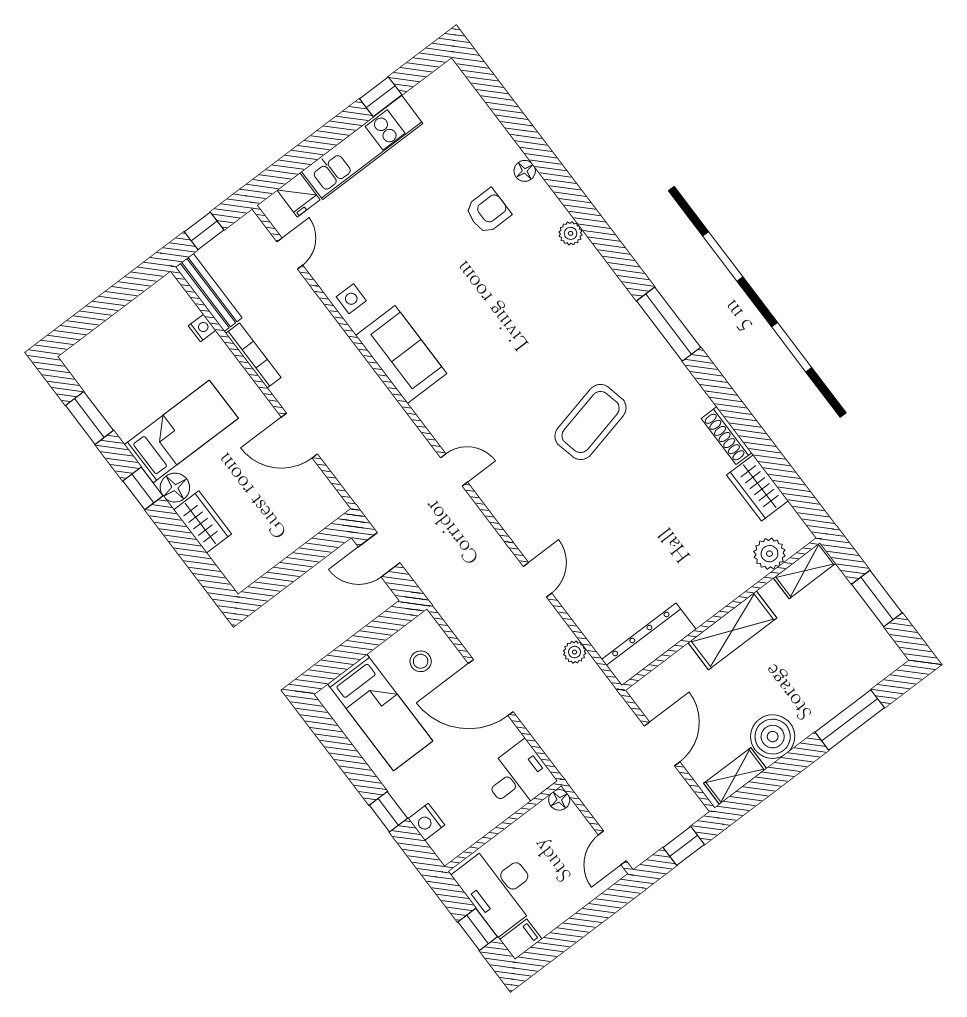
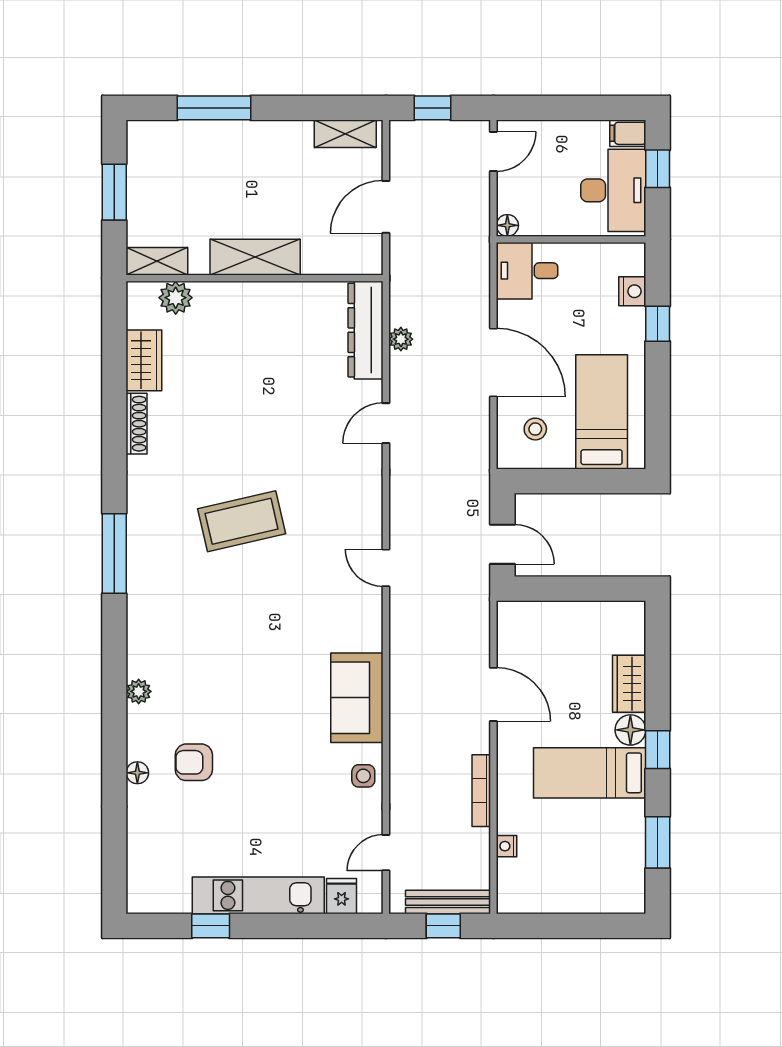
bench: (209, 293) -> (448, 902), moved, turned 90
dresser: (649, 644) -> (365, 330), moved, turned 90
boiler: (773, 737) -> (289, 143), removed

